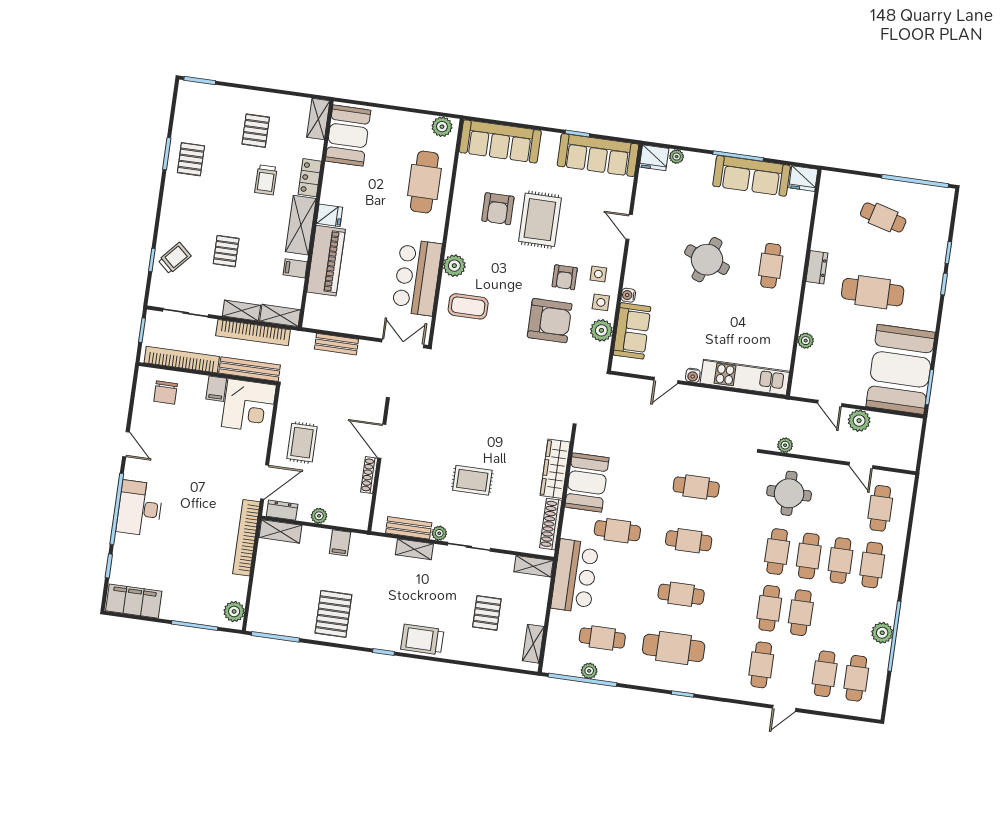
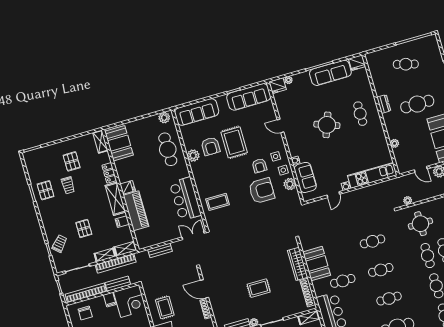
trolley: (266, 180) -> (68, 185), moved
plant: (454, 266) -> (193, 156), moved
bench: (250, 369) -> (118, 284), width x0.73

